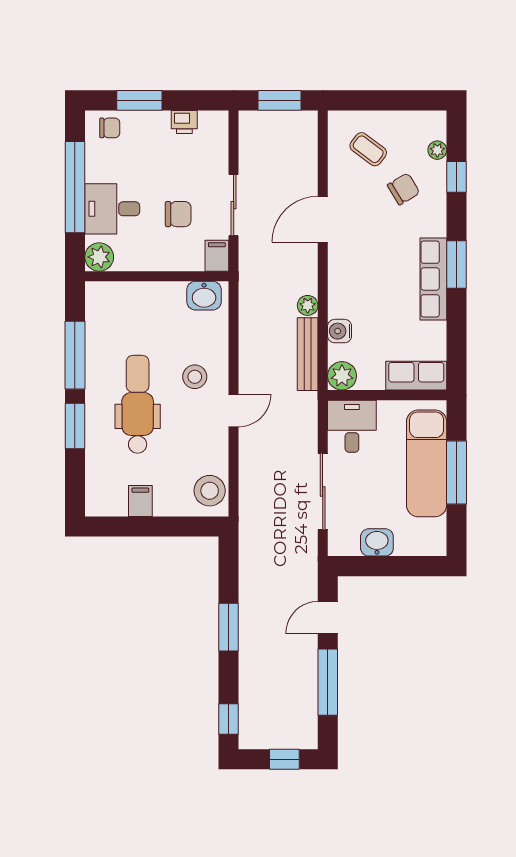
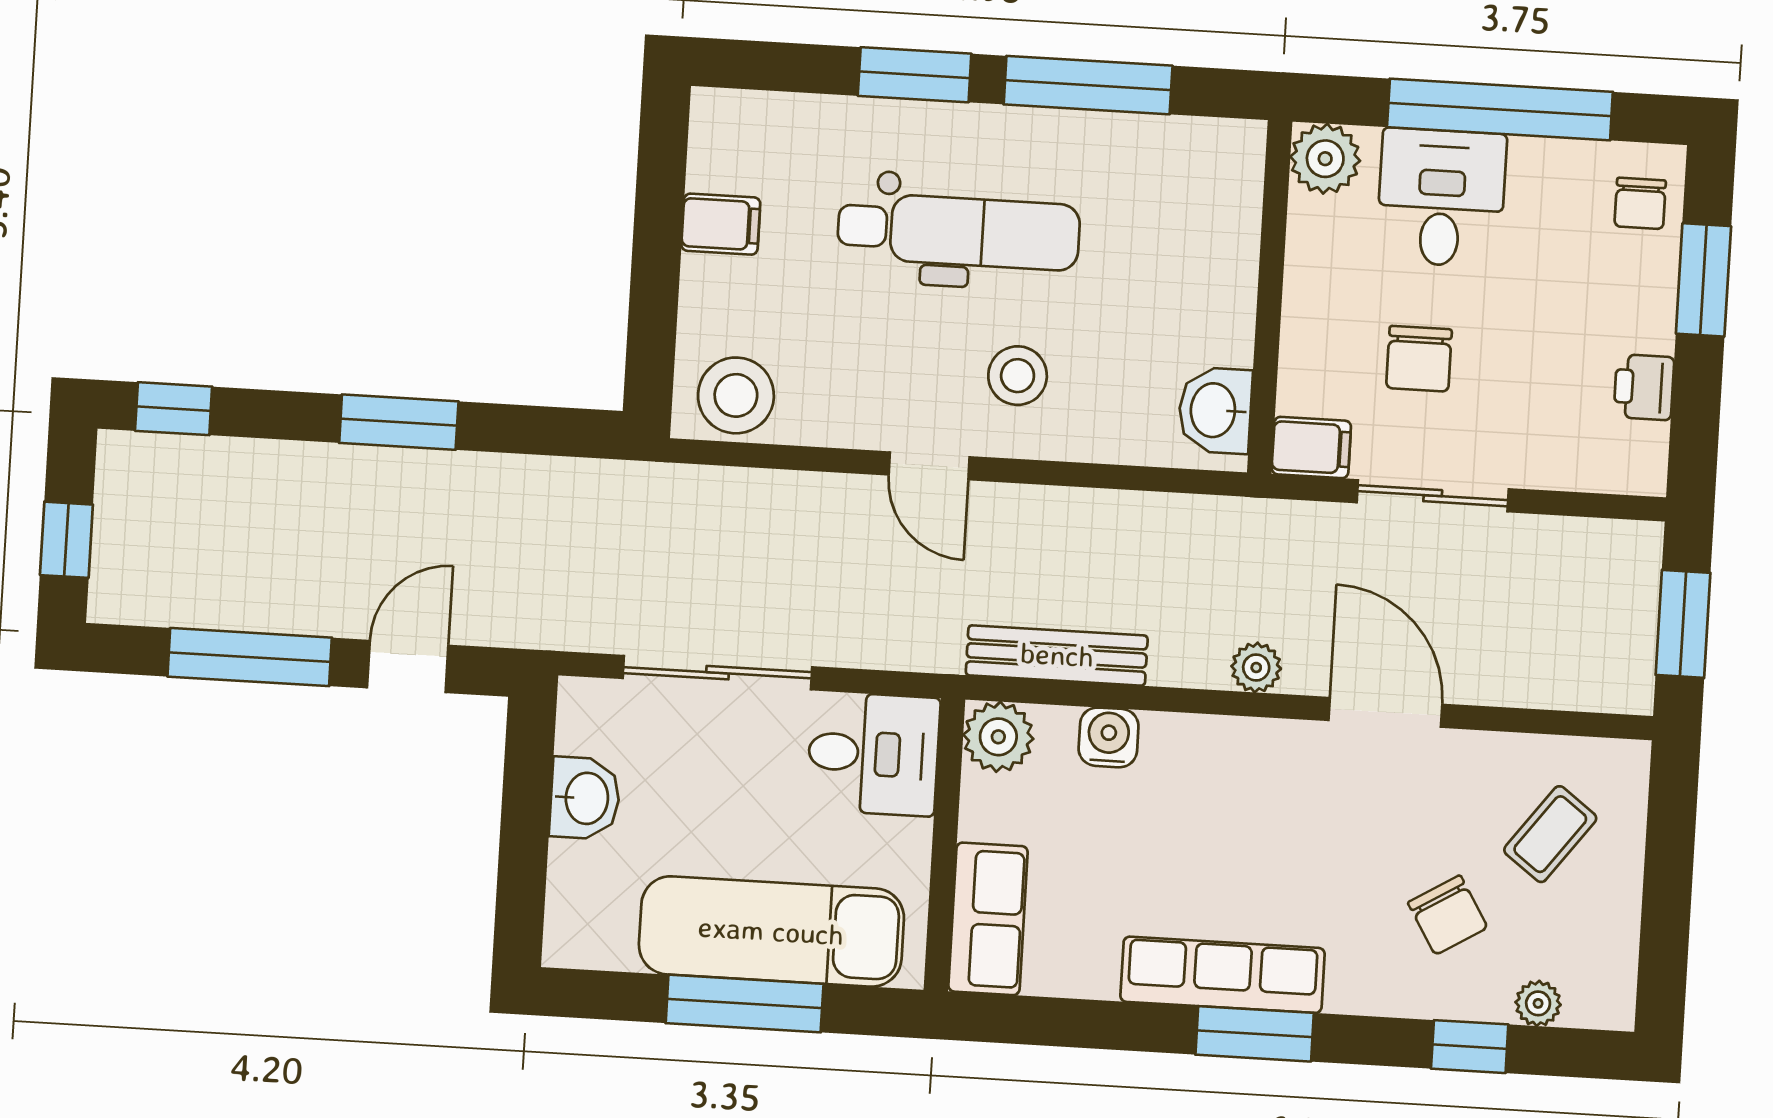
plant: (308, 305) -> (1256, 668), moved
door: (328, 618) -> (408, 666), hinge flipped

